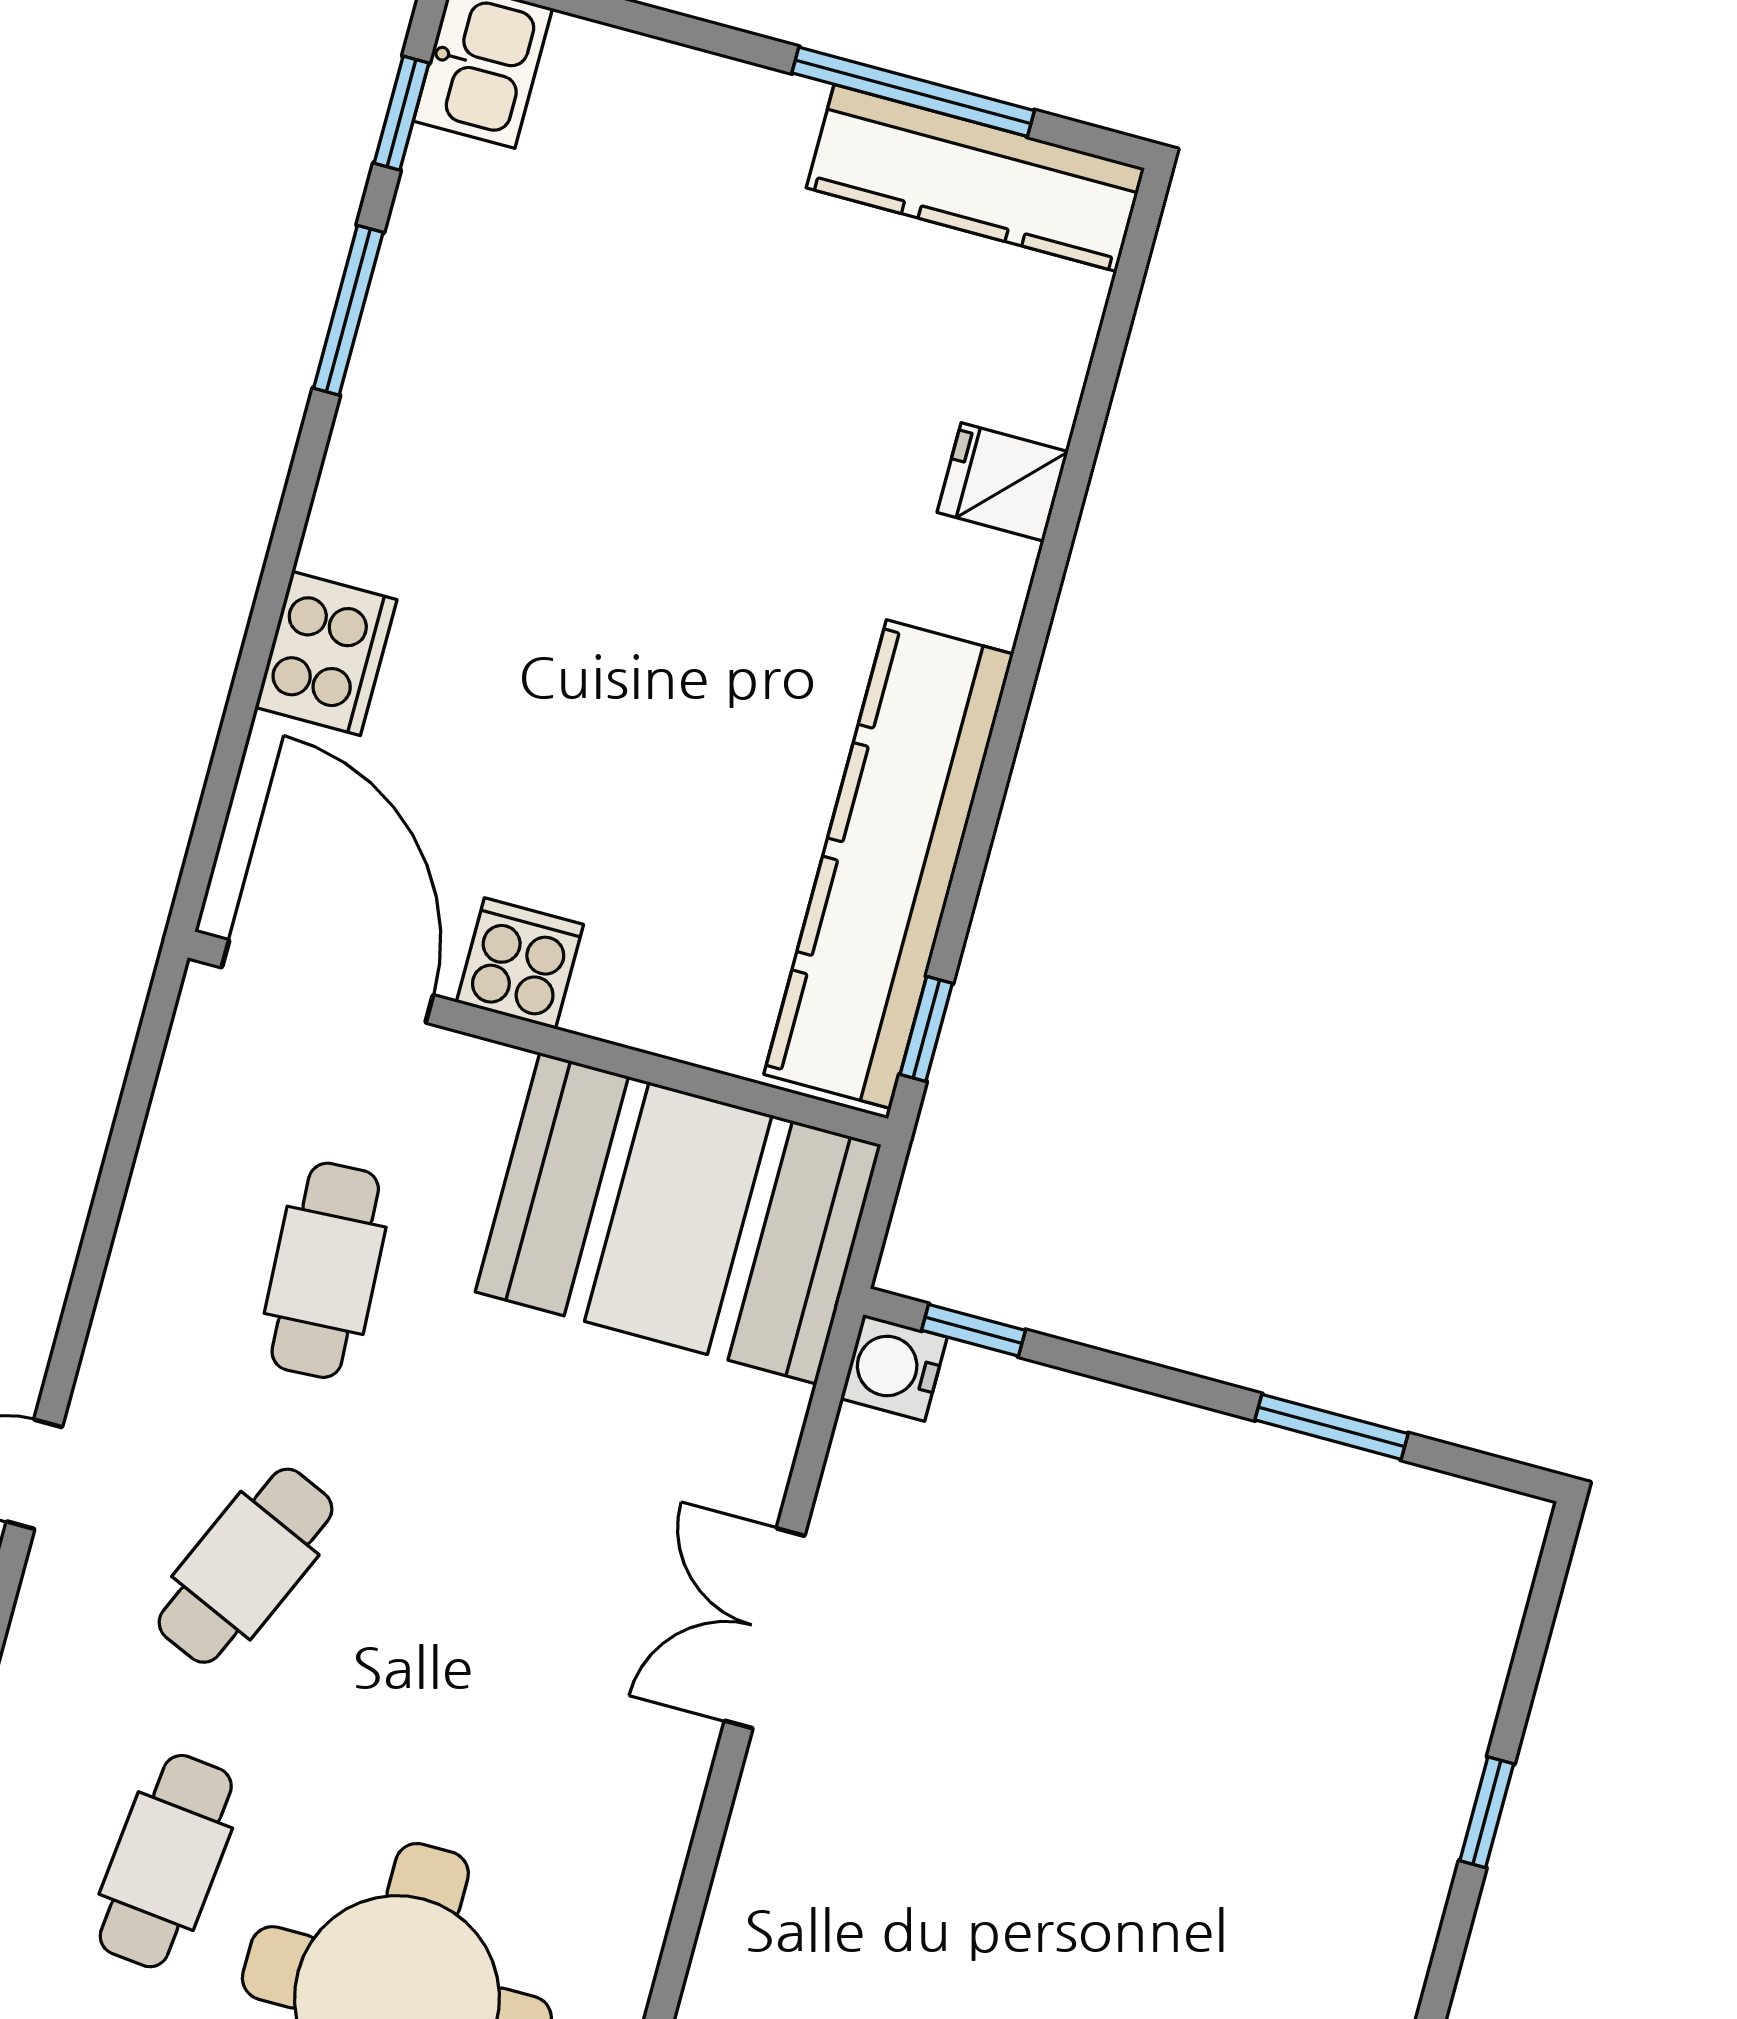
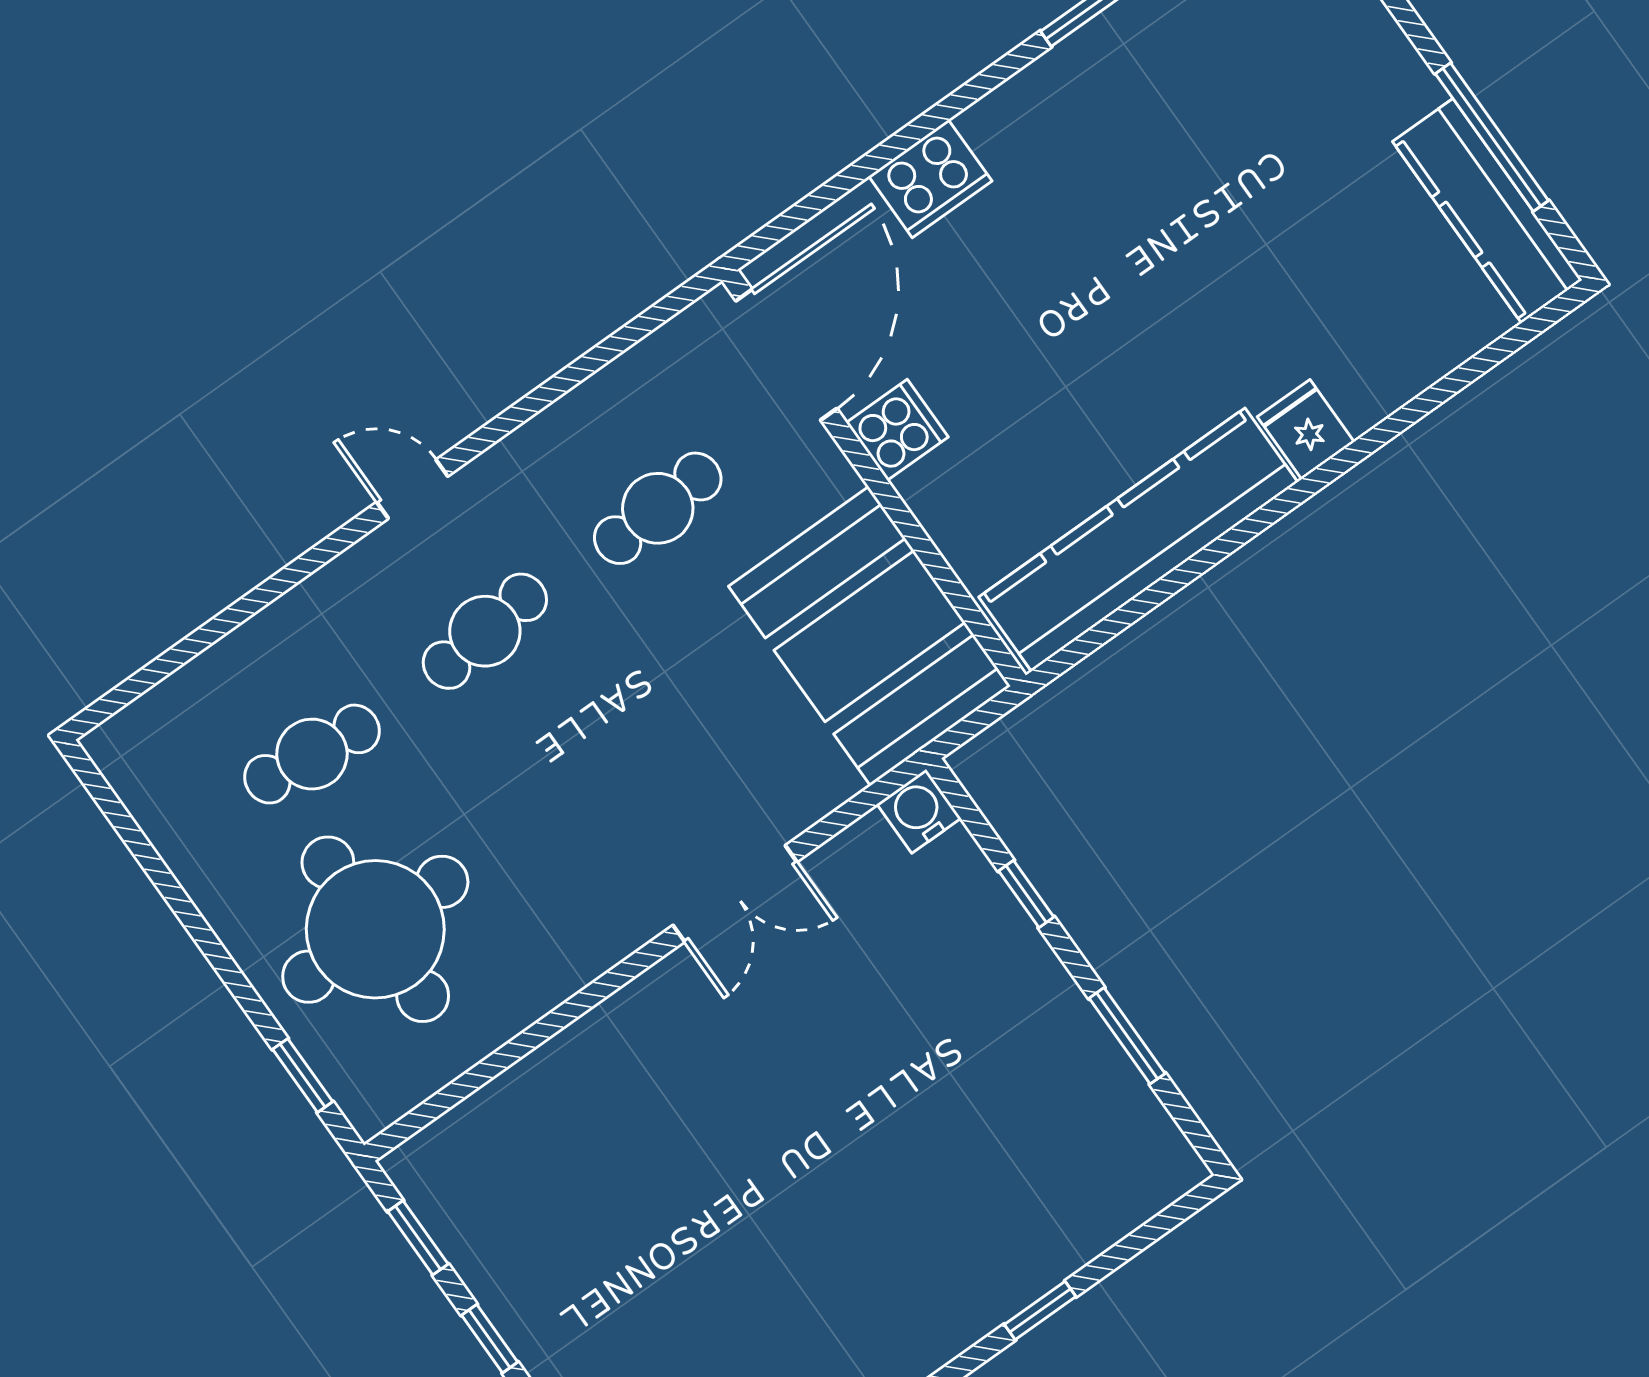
fridge: (1003, 482) -> (1306, 429), moved
window: (926, 1029) -> (1086, 644), removed
window: (973, 1330) -> (1026, 894), moved
cafe table: (245, 1566) -> (485, 631), turned -30
double door: (765, 1628) -> (735, 894), swing flipped

